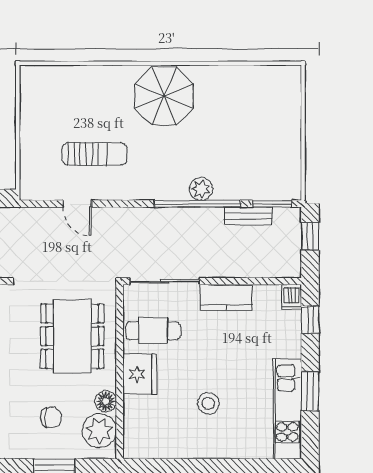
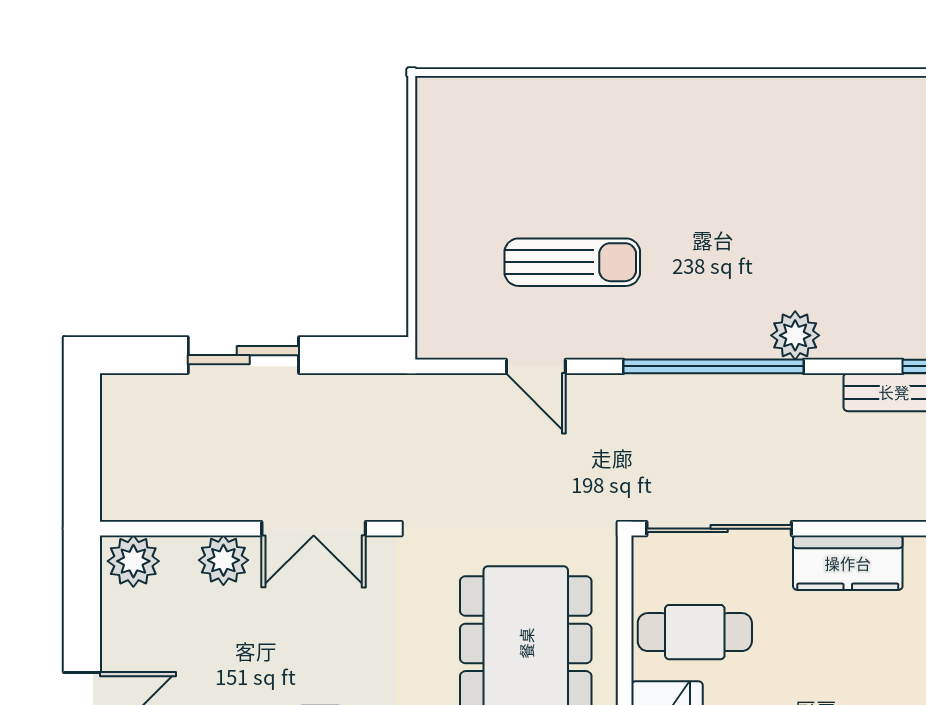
parasol: (164, 96) -> (717, 141), removed
window: (198, 204) -> (714, 366), moved

